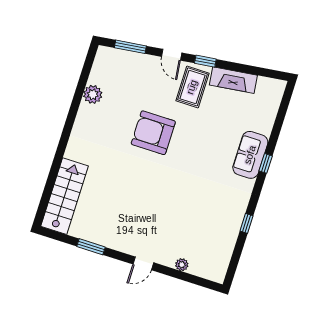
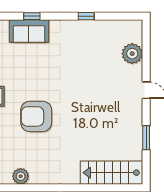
armchair: (153, 133) -> (36, 116), turned 90
plant: (182, 265) -> (132, 54), width x1.88, depth x1.88

